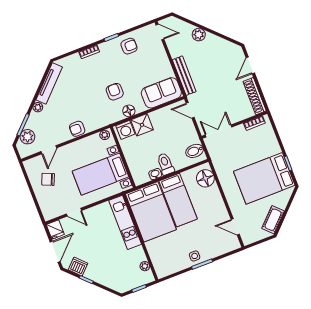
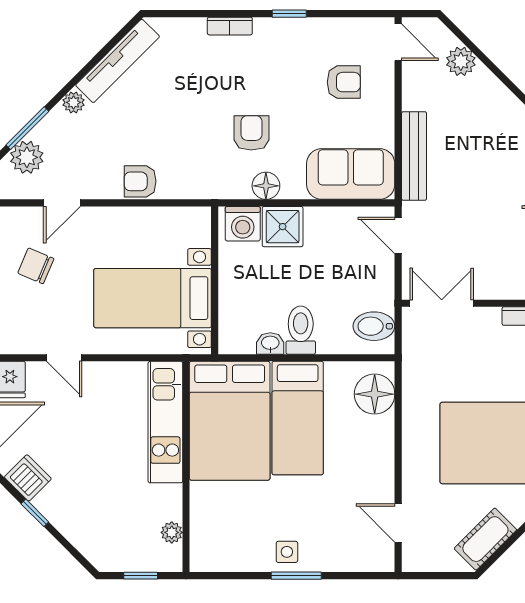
plant: (199, 35) -> (461, 61), moved
armchair: (129, 46) -> (344, 82), moved
plant: (105, 135) -> (194, 217), removed

